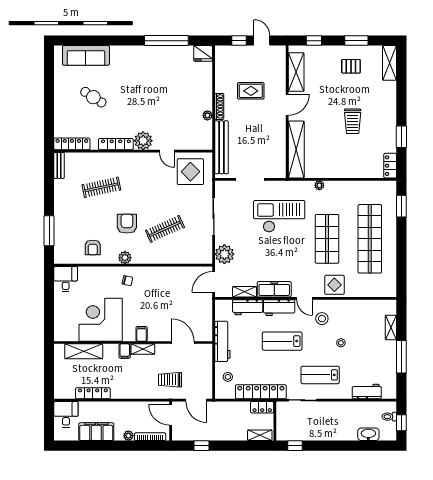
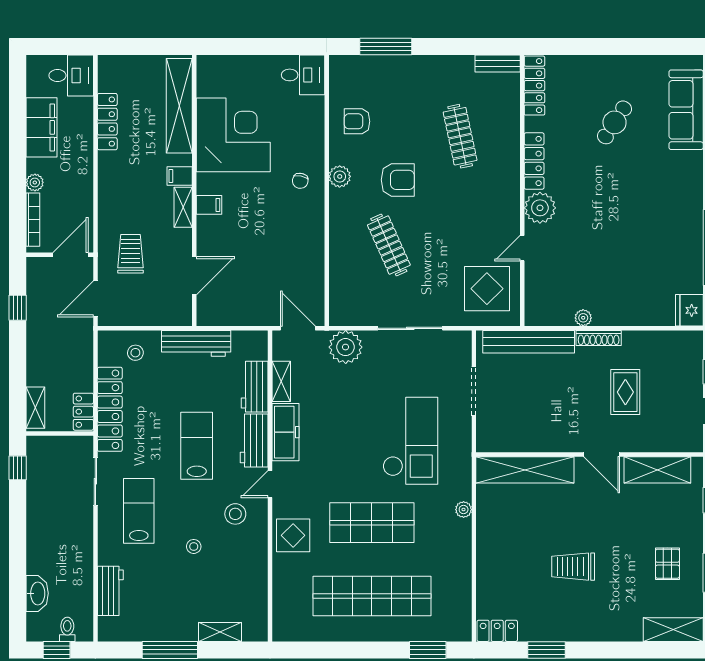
shelving: (84, 351) -> (179, 106), width x1.47

